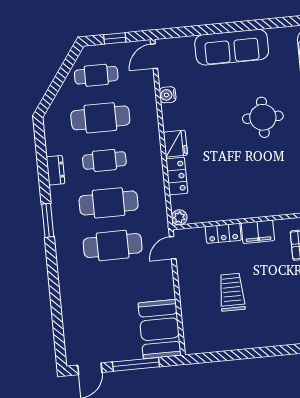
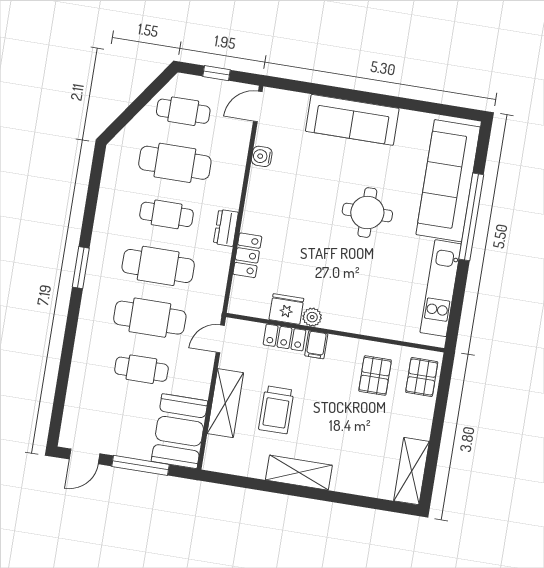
fridge: (175, 144) -> (286, 309), moved, turned -90
dresser: (55, 170) -> (226, 228), moved, turned 180
plant: (179, 217) -> (312, 317), moved
filing cabinet: (258, 232) -> (316, 345), width x0.50
cafe table: (117, 288) -> (141, 369), added
trolley: (232, 292) -> (276, 410), turned 180
shelving: (190, 298) -> (225, 403), added
shelving: (263, 337) -> (299, 473), added

